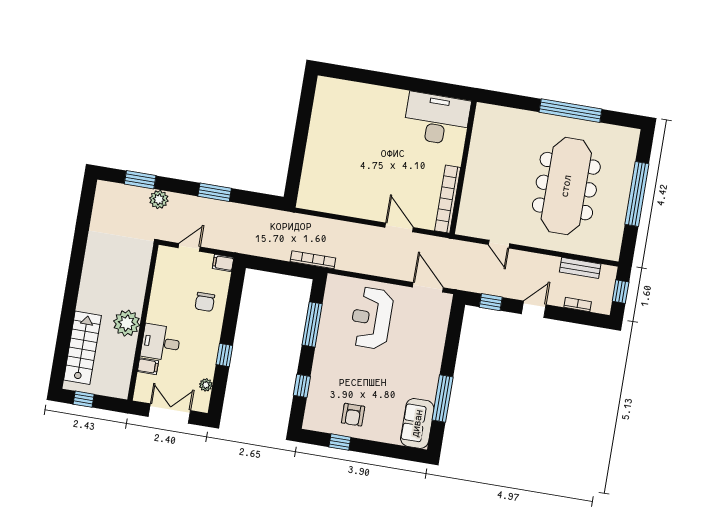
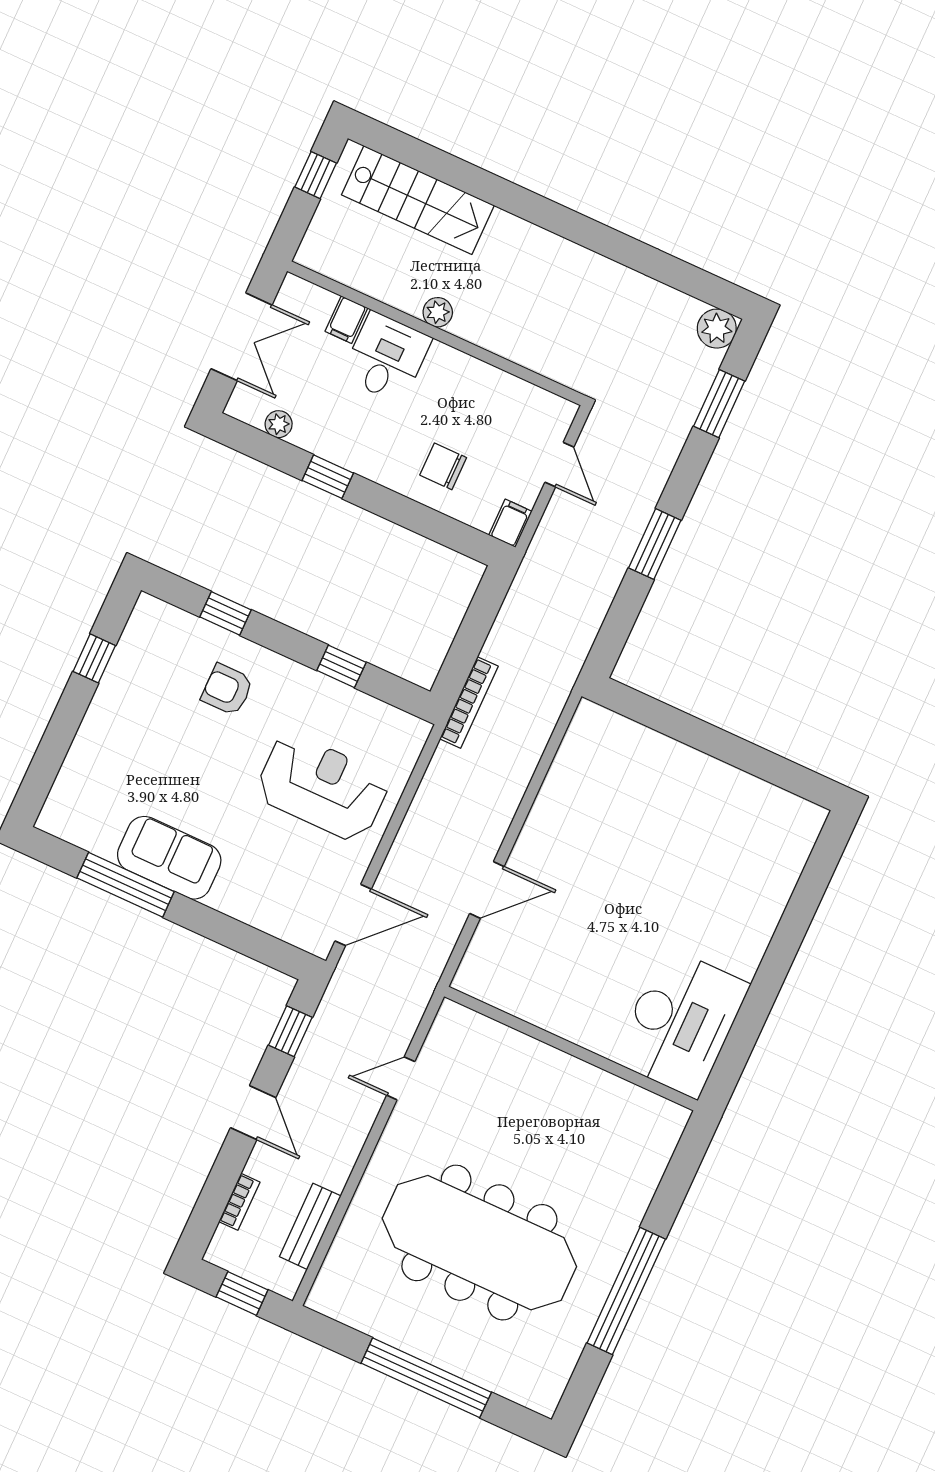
plant: (159, 199) -> (717, 329), moved
bookcase: (448, 199) -> (517, 1001), removed
plant: (127, 323) -> (438, 312), width x0.53, depth x0.53
window: (312, 324) -> (341, 666), width x0.46
armchair: (353, 415) -> (227, 690), moved
sofa: (417, 423) -> (169, 858), moved

